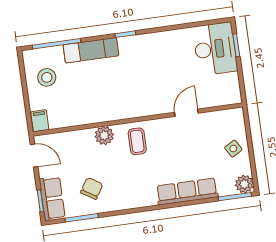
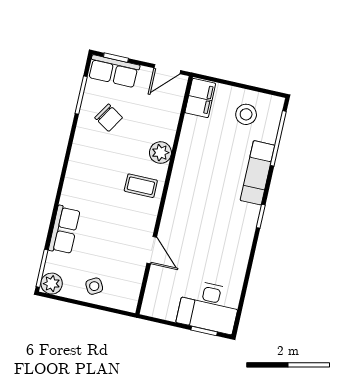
filing cabinet: (40, 121) -> (200, 98), width x2.00
row of seats: (187, 192) -> (64, 230), width x0.68

